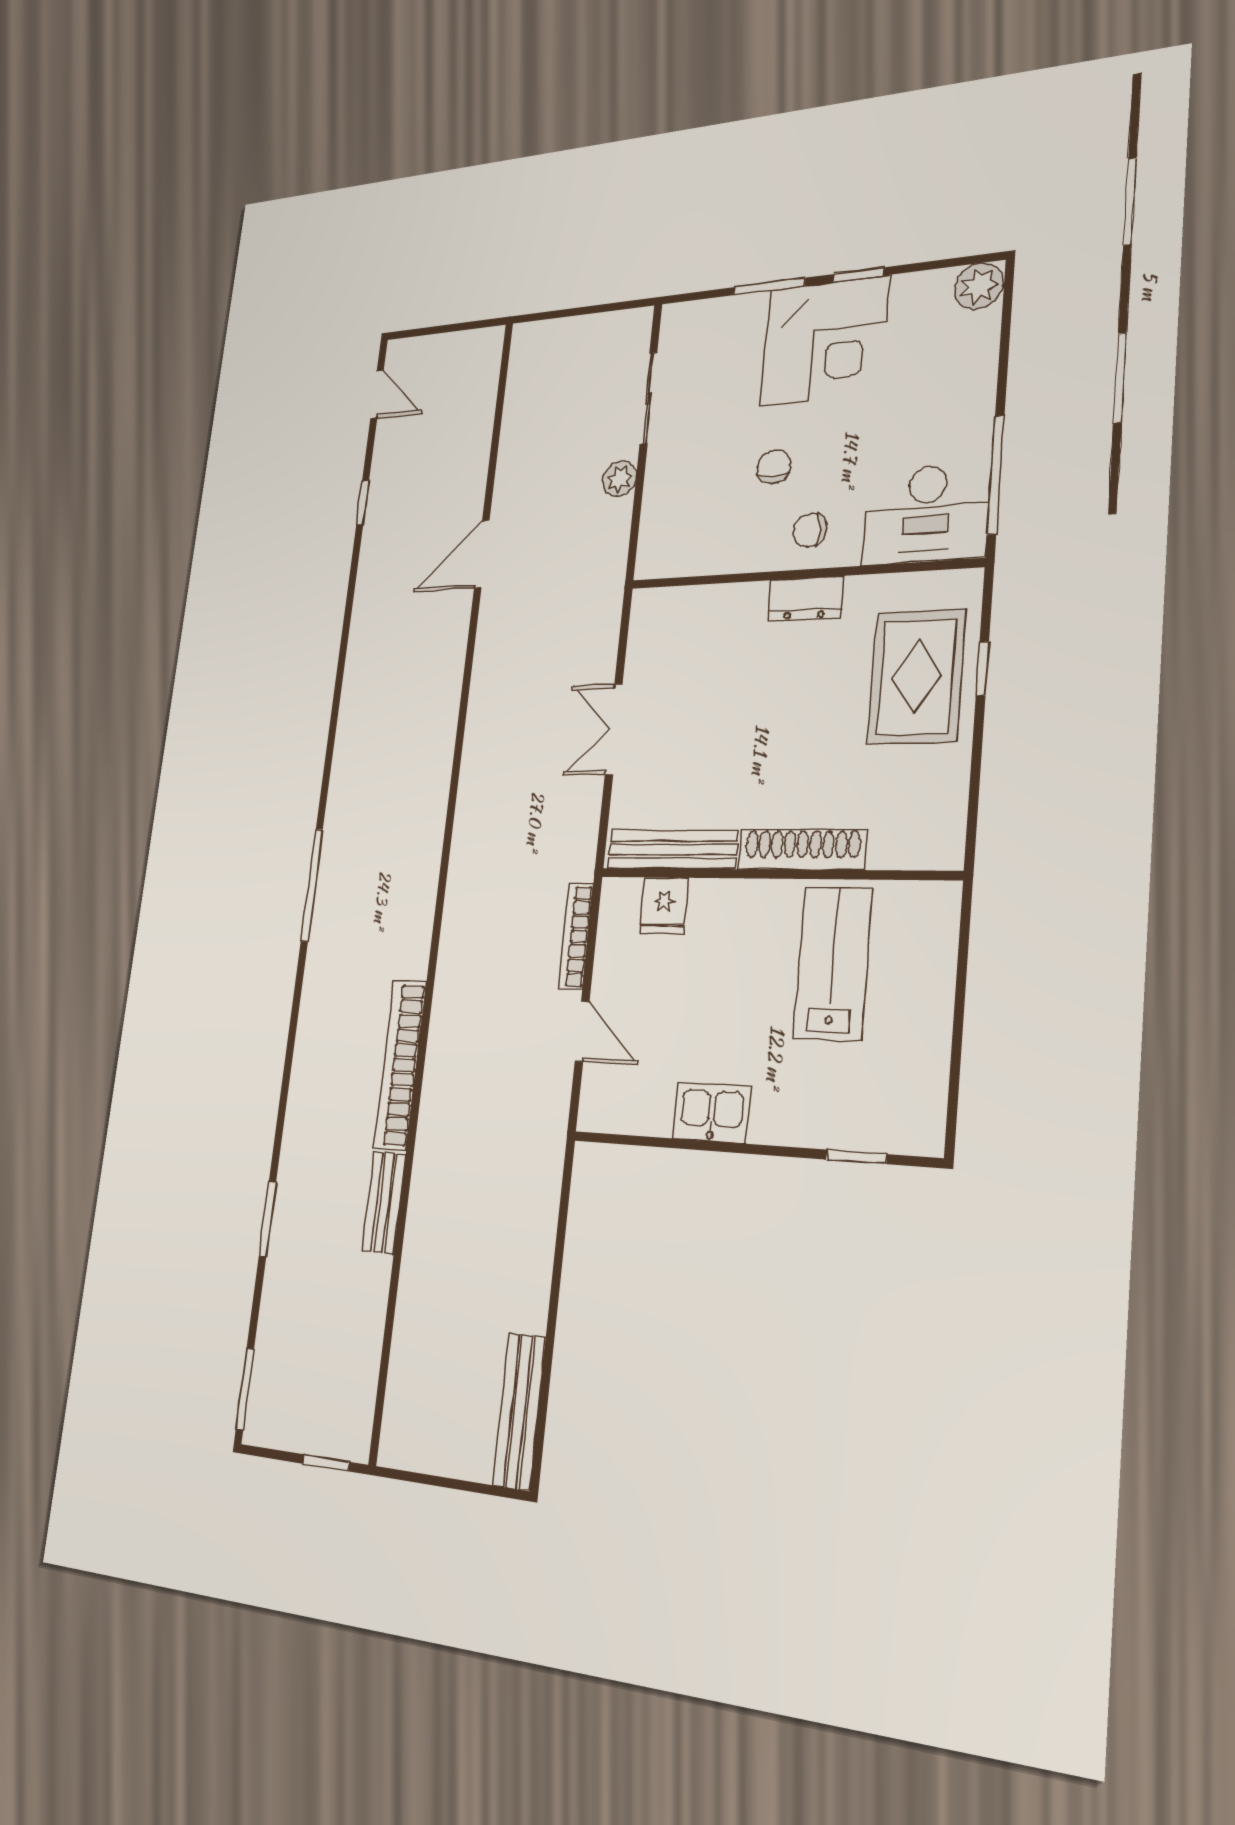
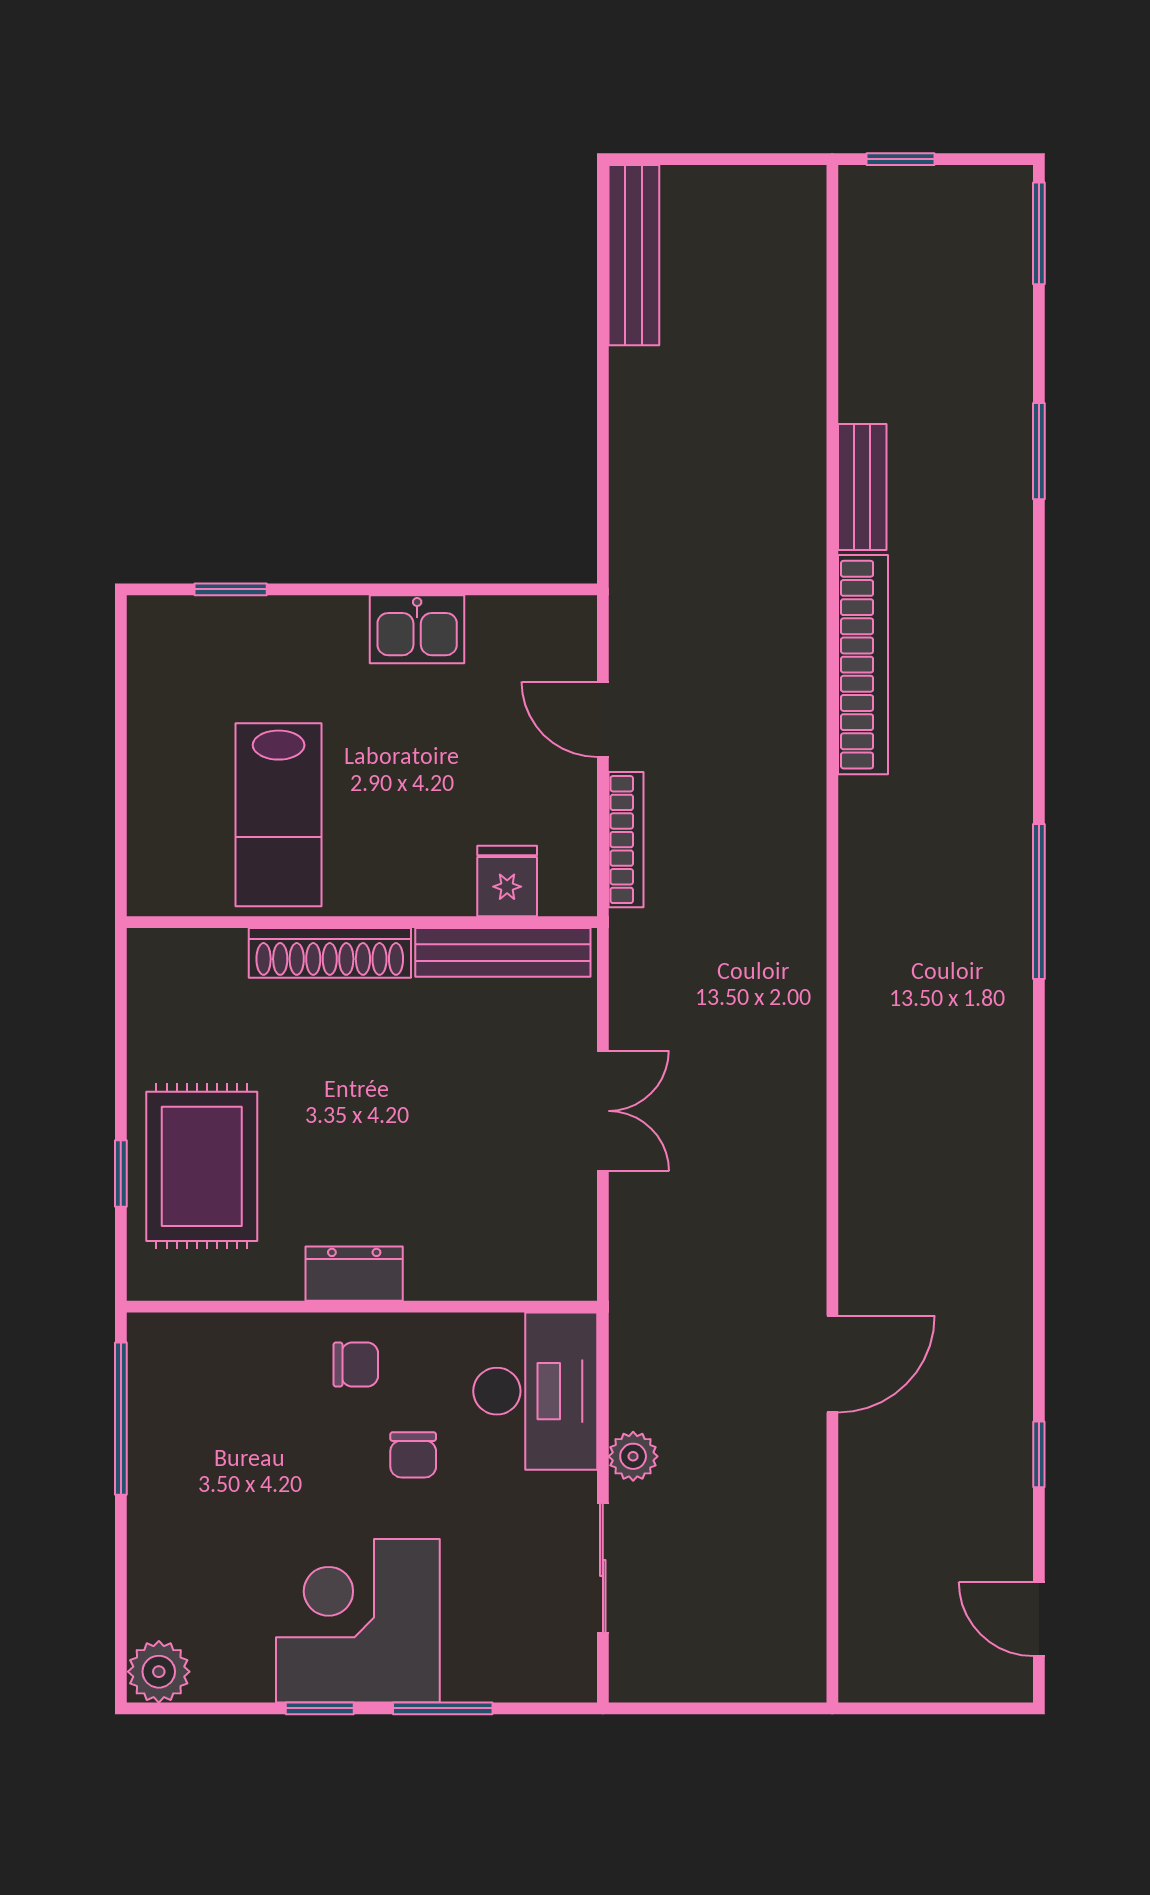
desk: (926, 514) -> (535, 1391), moved, turned 90

